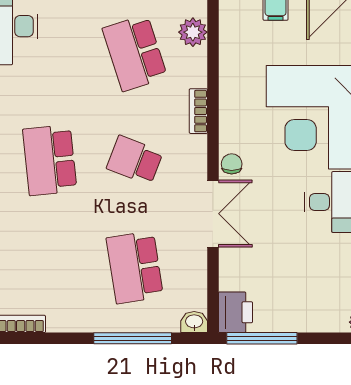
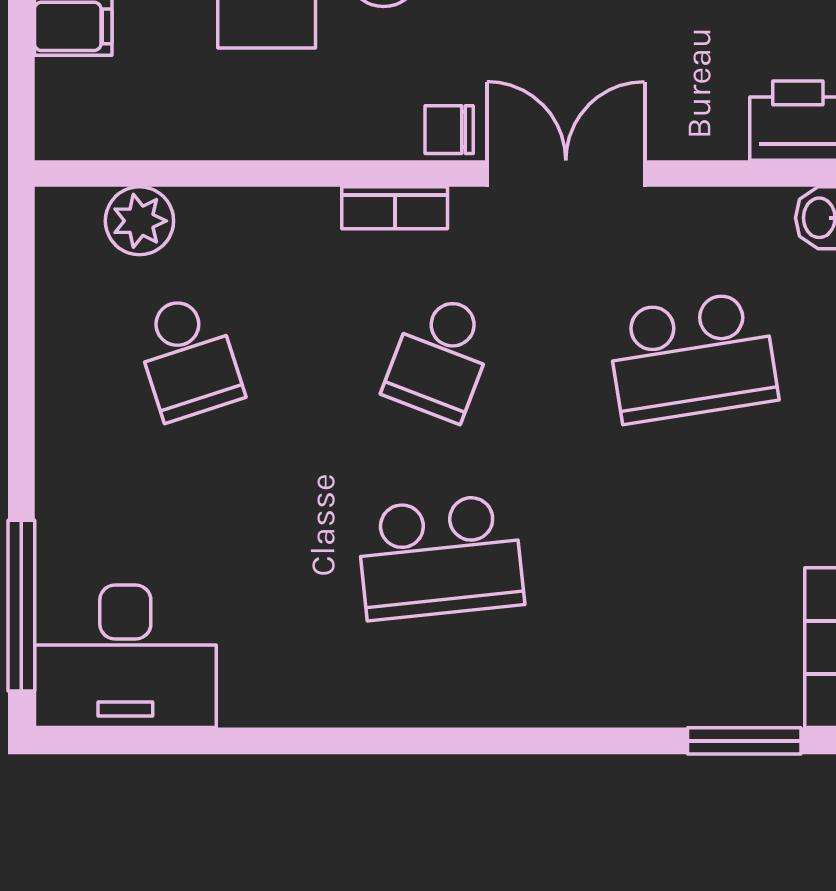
school desk: (135, 53) -> (188, 357), width x0.54
bookcase: (198, 111) -> (395, 208), moved

